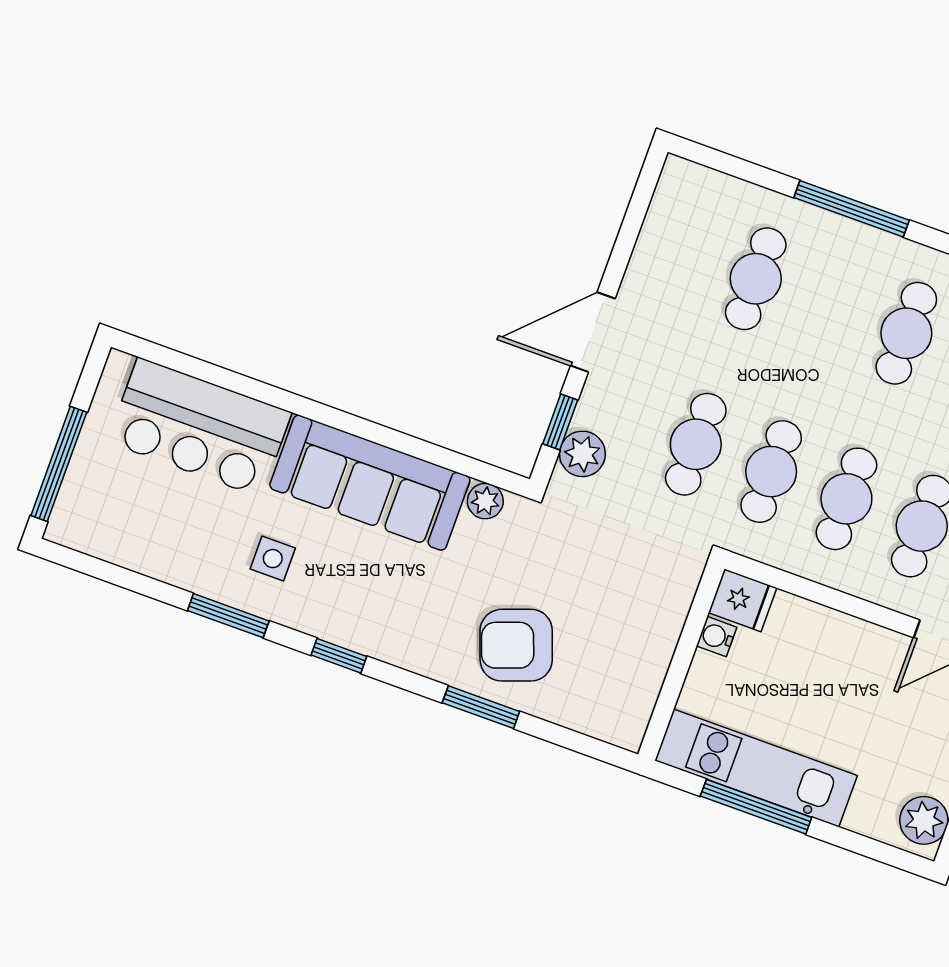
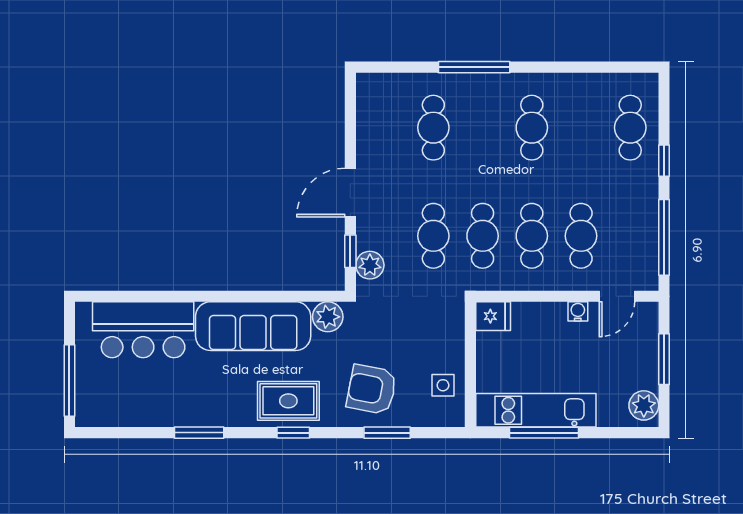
plant: (485, 501) -> (328, 317), width x1.38, depth x1.38
side table: (273, 559) -> (443, 385), moved
rug: (383, 616) -> (288, 401), added
water cooler: (717, 637) -> (578, 311), moved, turned 90
armchair: (516, 645) -> (372, 389), turned 31
window: (339, 656) -> (293, 433), moved
window: (481, 707) -> (387, 433), moved

